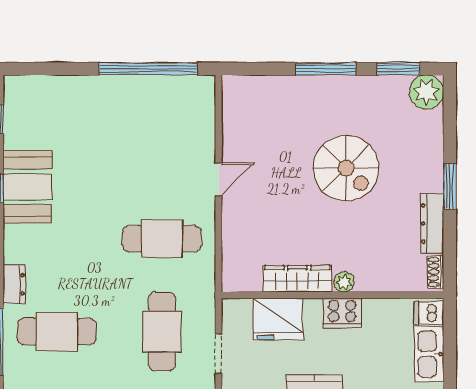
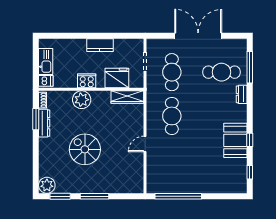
window: (450, 187) -> (36, 119), moved
cafe table: (162, 239) -> (172, 116), turned 90
wardrobe: (297, 279) -> (127, 97), moved
plant: (344, 282) -> (82, 100), width x1.88, depth x1.88

